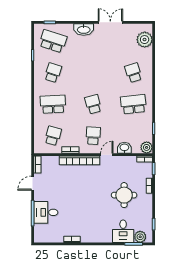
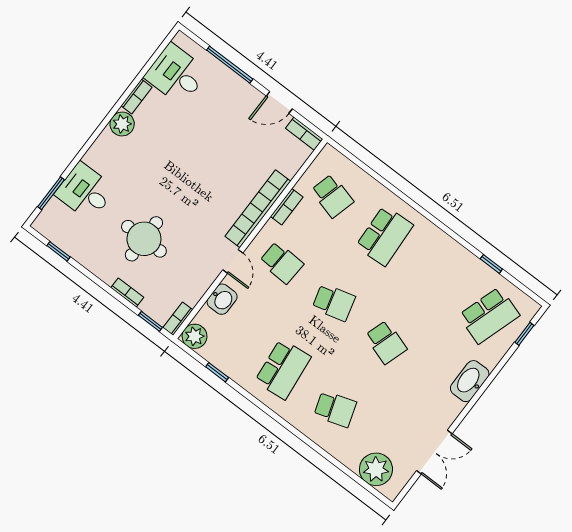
double door: (110, 22) -> (434, 452), moved
school desk: (53, 73) -> (386, 342), moved
door: (33, 183) -> (279, 102), swing flipped
desk: (46, 212) -> (176, 74), moved, turned -90
plant: (140, 237) -> (122, 124), moved

